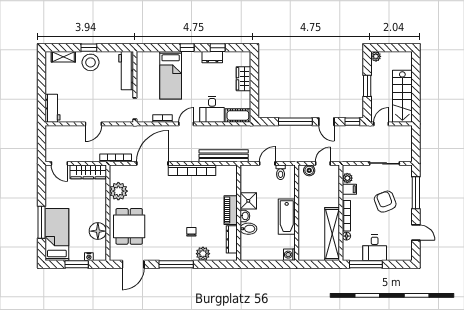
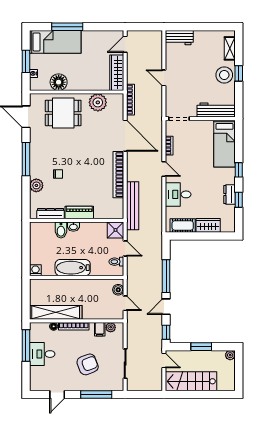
bed: (171, 75) -> (225, 144), moved, turned -90
cot: (238, 115) -> (183, 225), moved, turned 90
shower: (248, 201) -> (116, 230), moved

